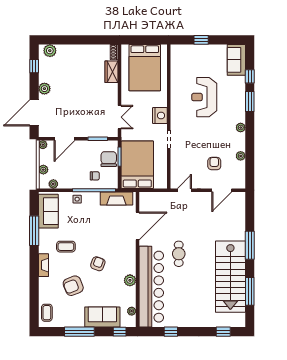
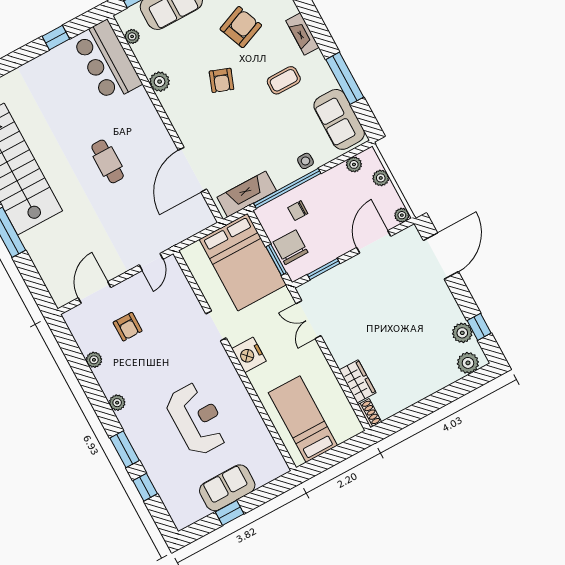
window: (201, 40) -> (230, 513), moved
sofa: (236, 60) -> (227, 488), moved, turned -90
bed: (145, 68) -> (303, 419), width x0.67
plant: (44, 89) -> (462, 333), moved
chair: (109, 159) -> (291, 247), turned 180
bar counter: (151, 287) -> (107, 61), width x0.54

